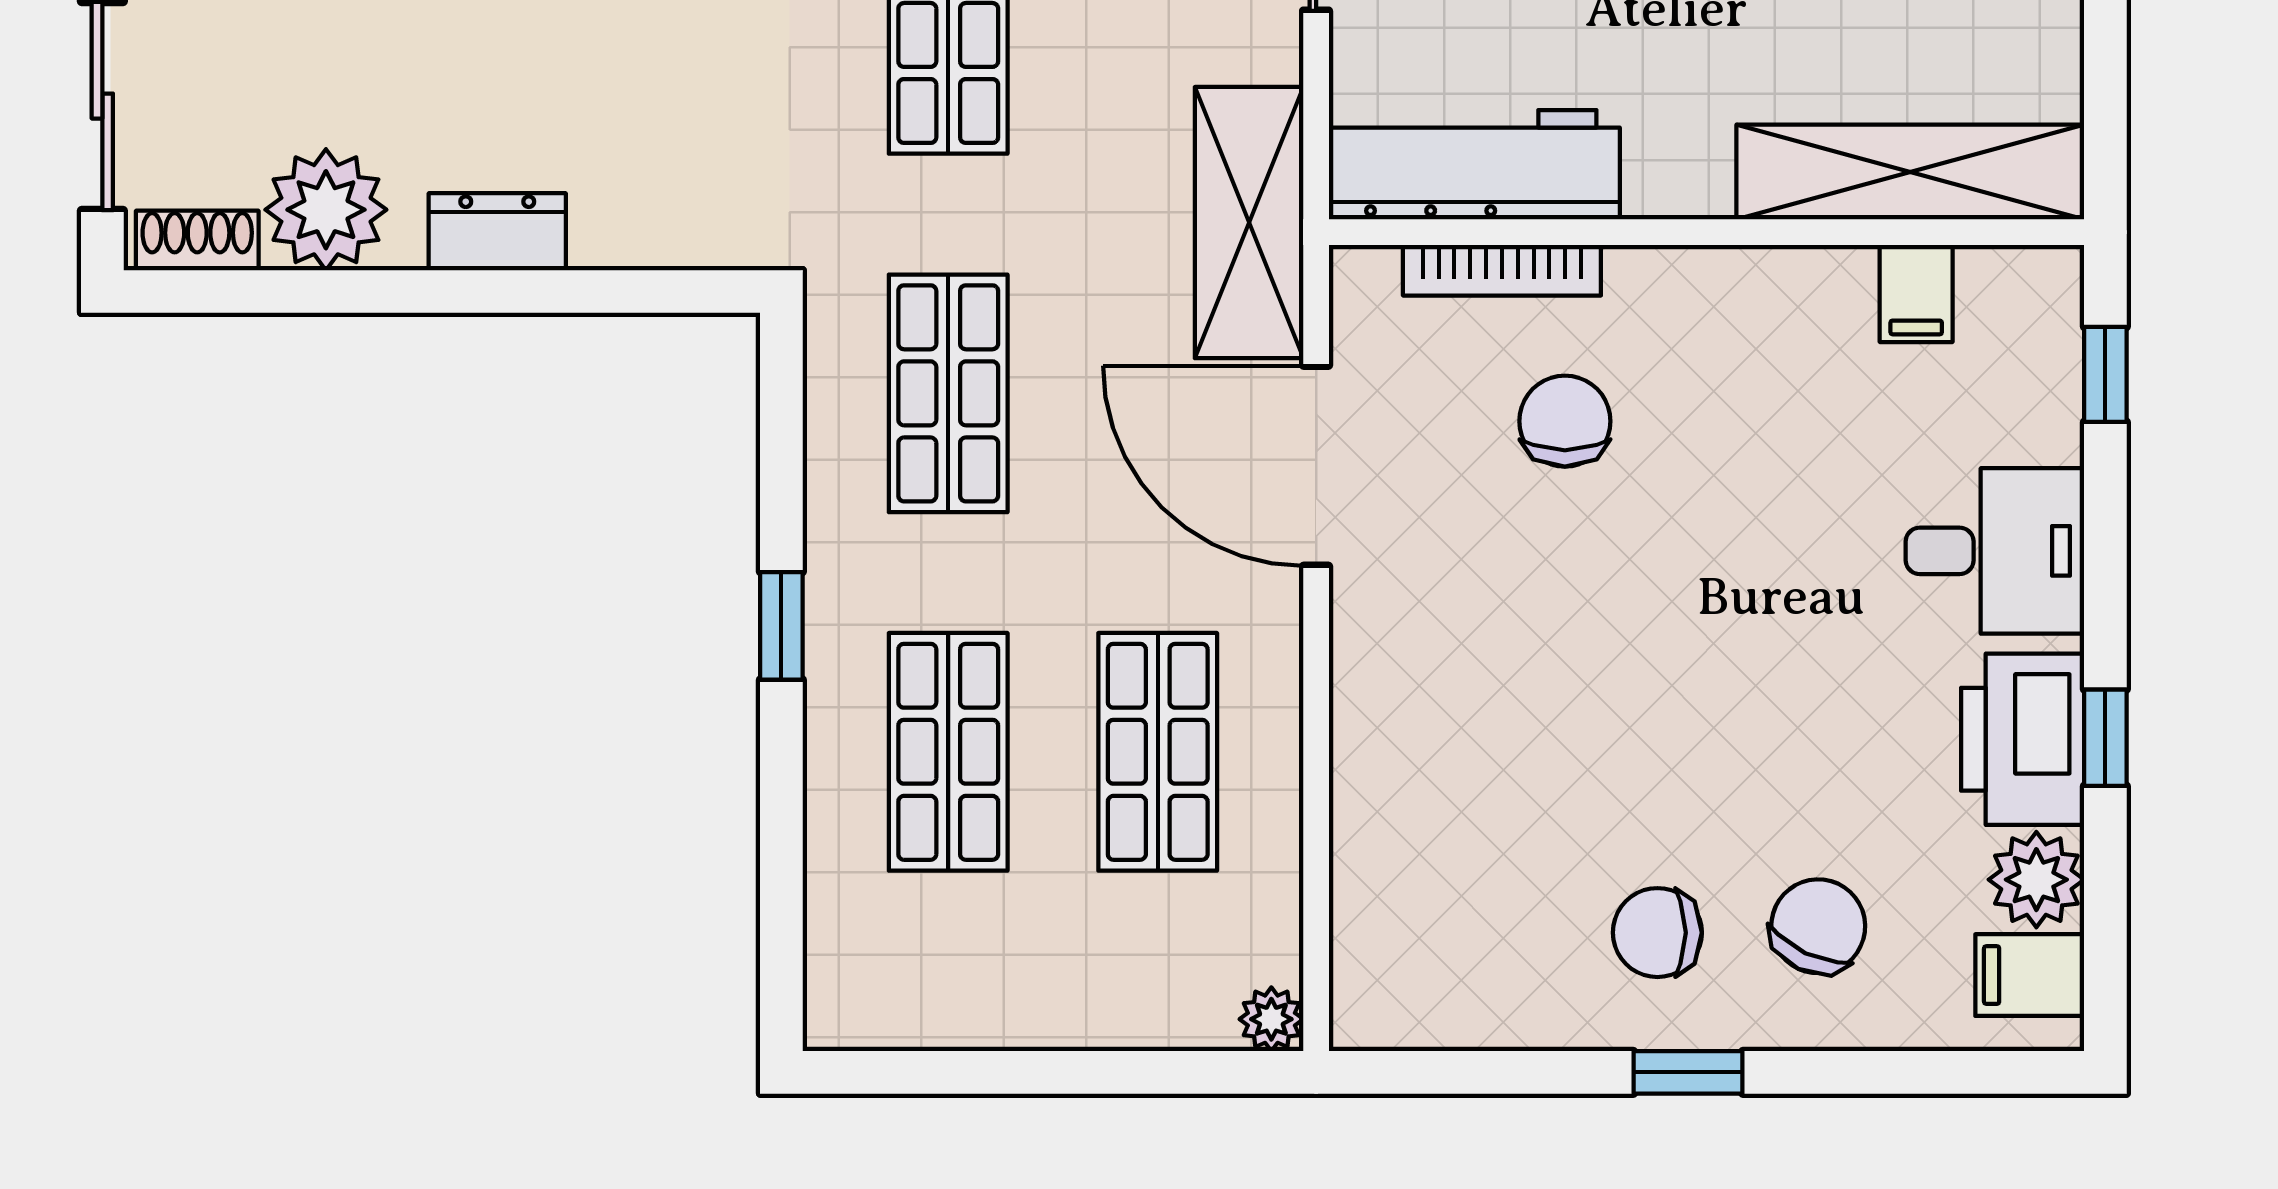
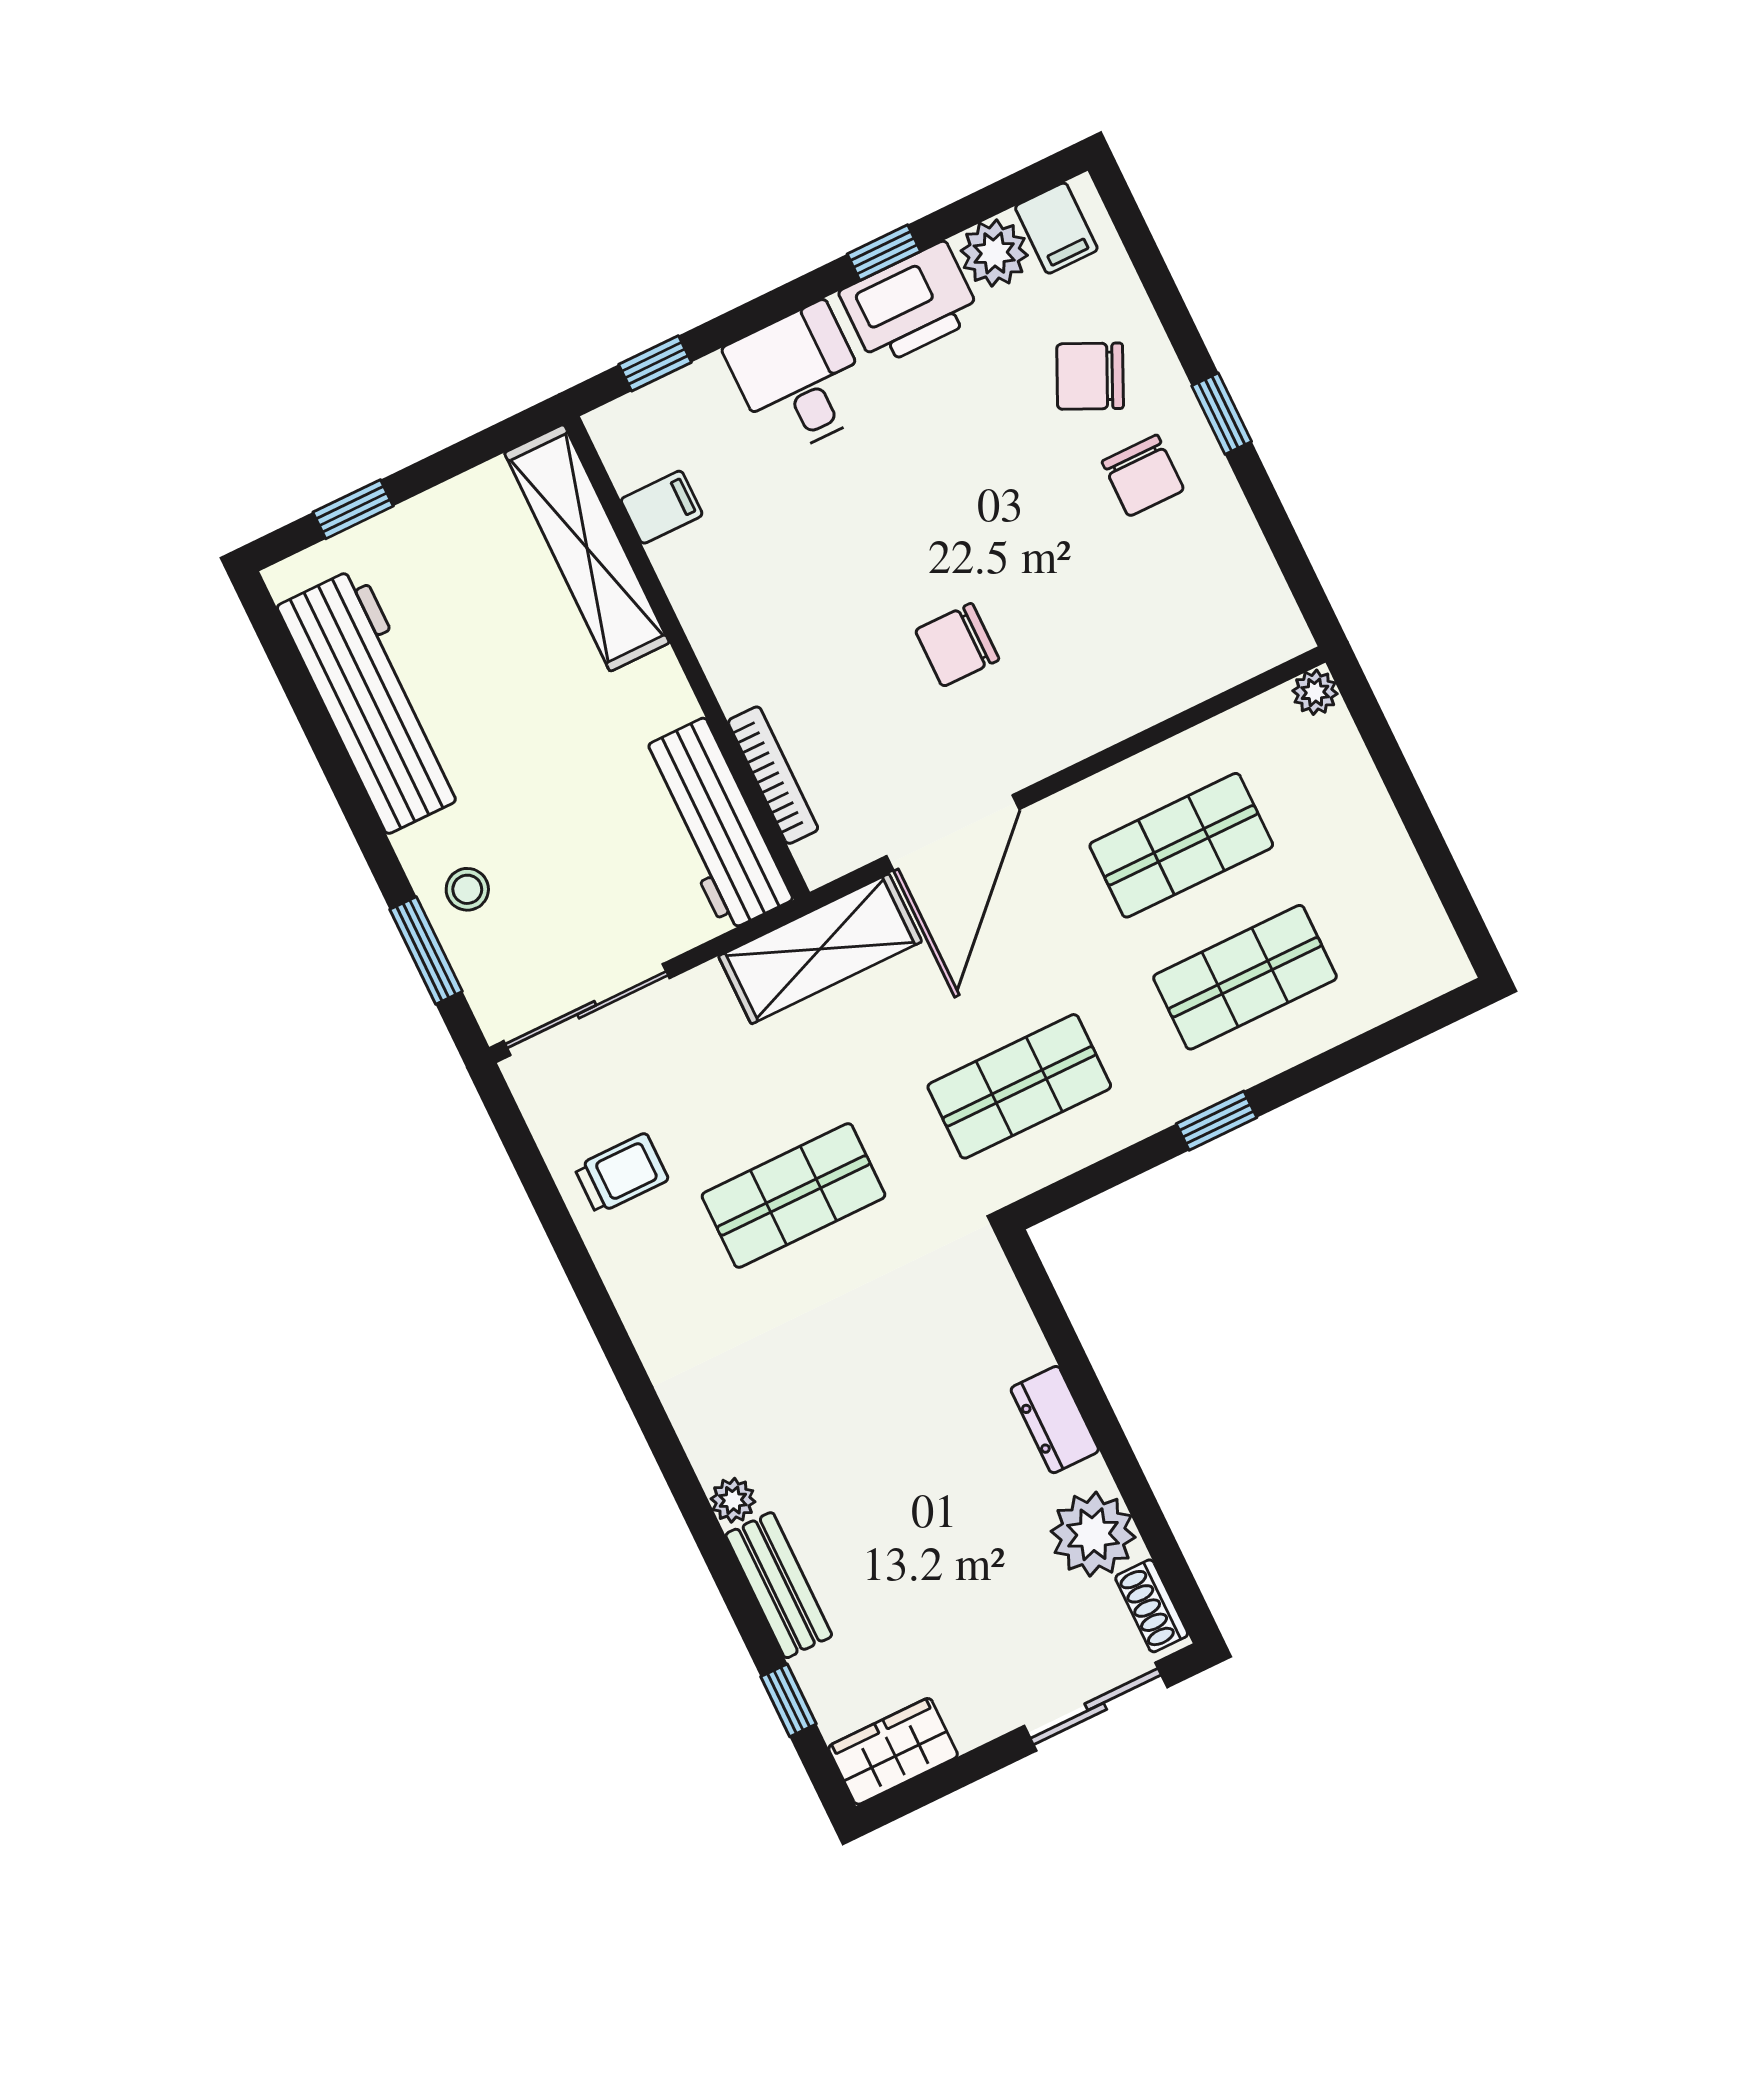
chair: (1565, 421) -> (957, 645), moved

